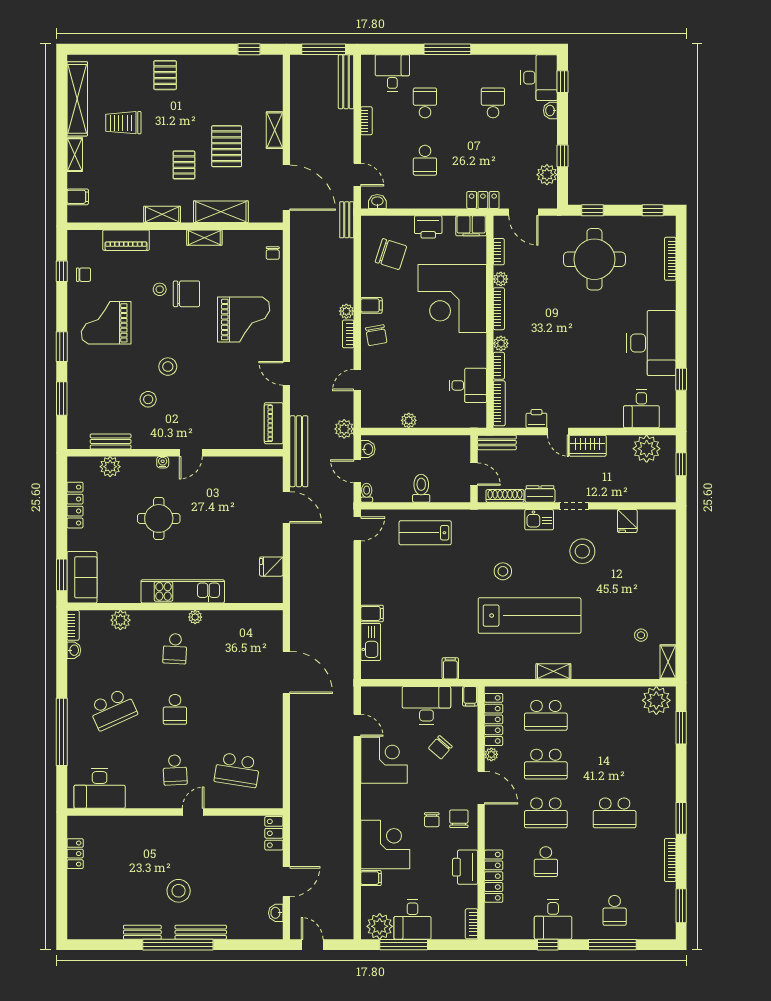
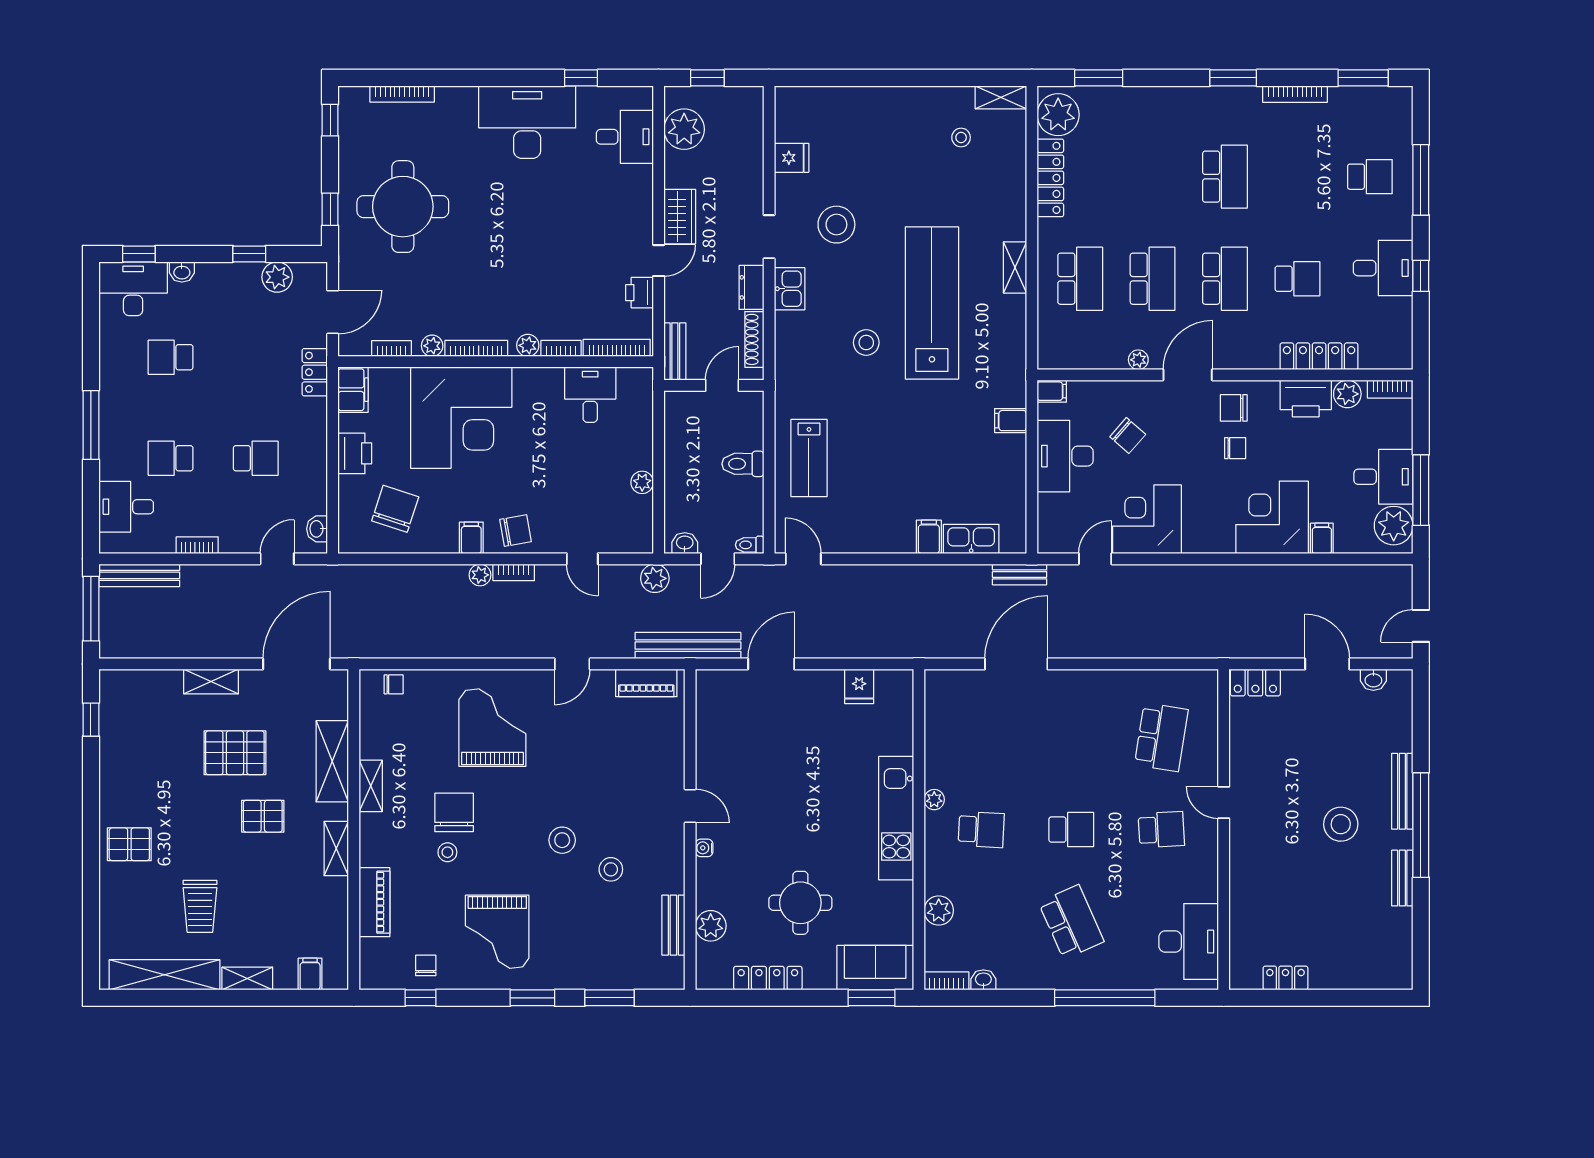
bench: (347, 220) -> (1020, 574), moved
round table: (159, 518) -> (800, 903), moved
locker: (494, 719) -> (1050, 178), moved, turned 90
plant: (468, 895) -> (1347, 394), added

